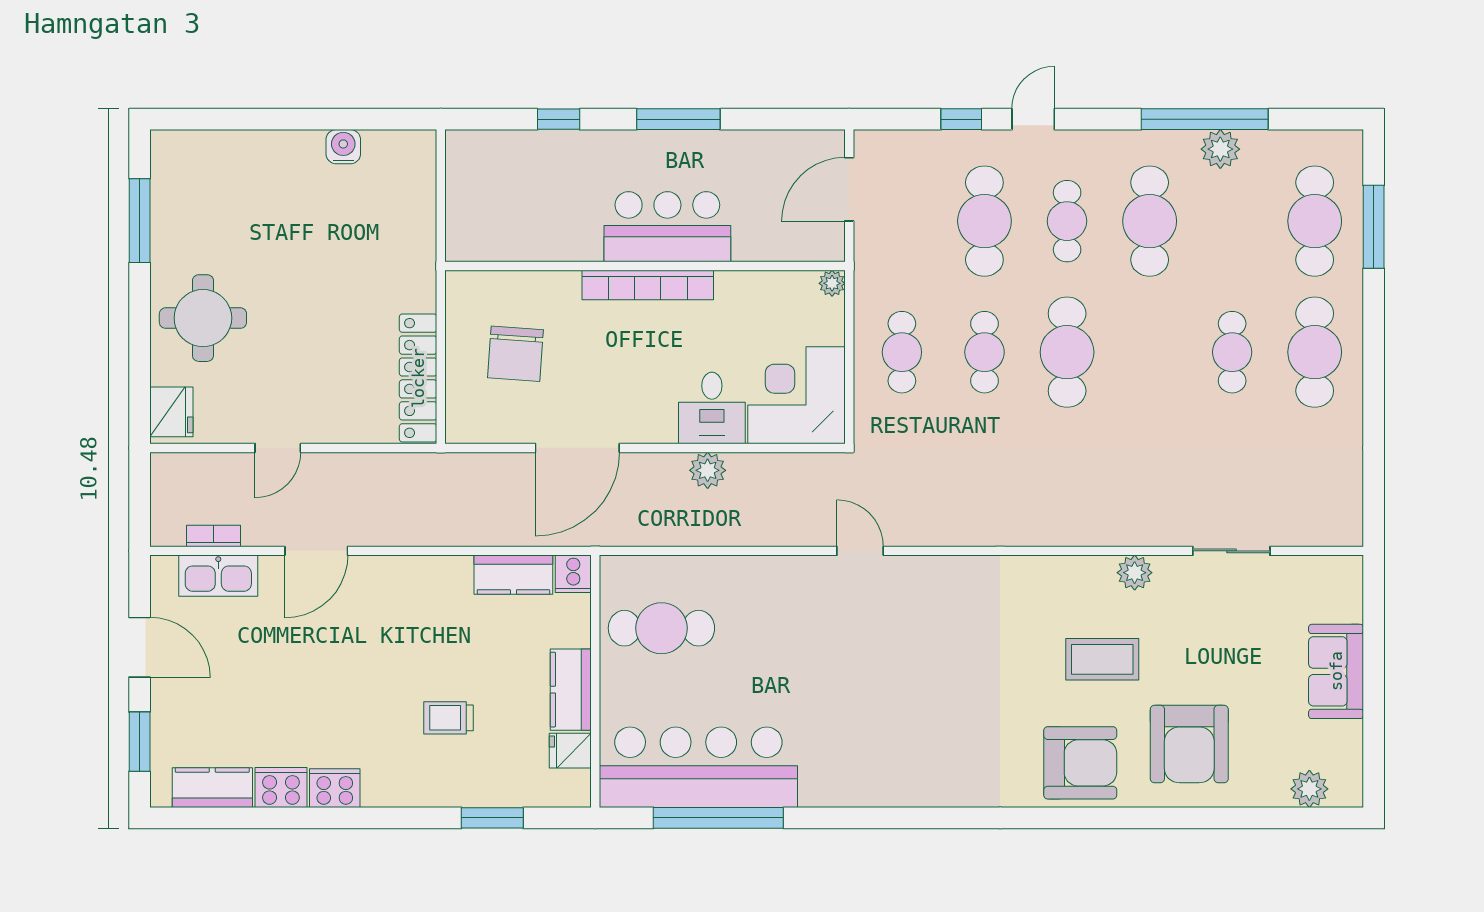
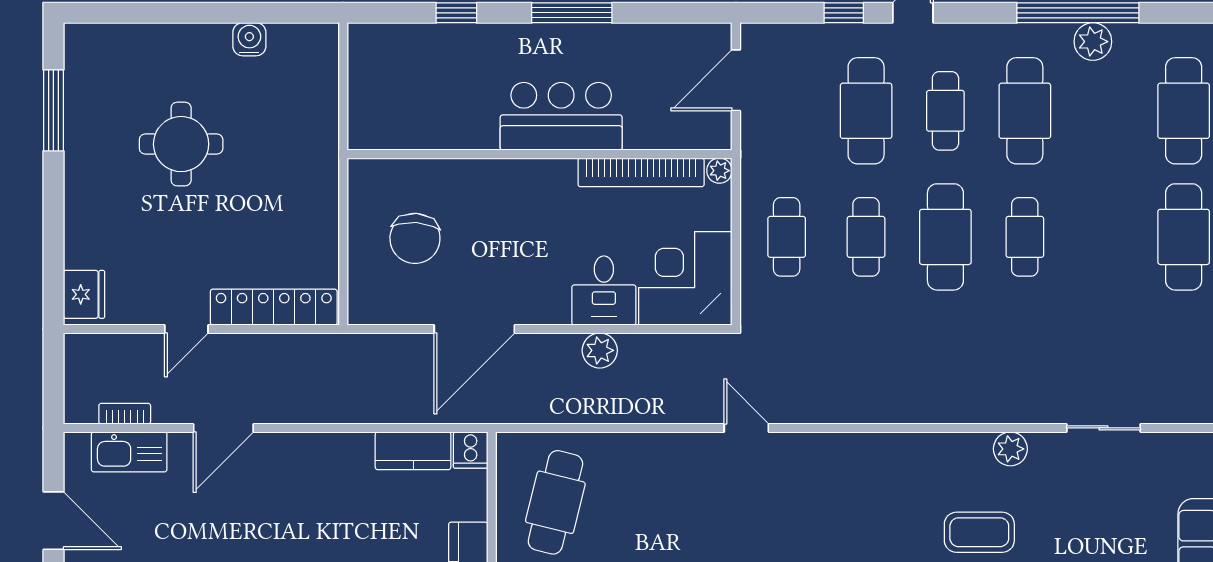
bookcase: (648, 285) -> (641, 172), moved
round table: (203, 318) -> (181, 144), moved
cafe table: (1232, 352) -> (1025, 237), moved
locker: (418, 378) -> (274, 307), moved, turned 90
cafe table: (661, 628) -> (555, 502), turned -76

